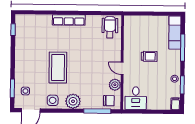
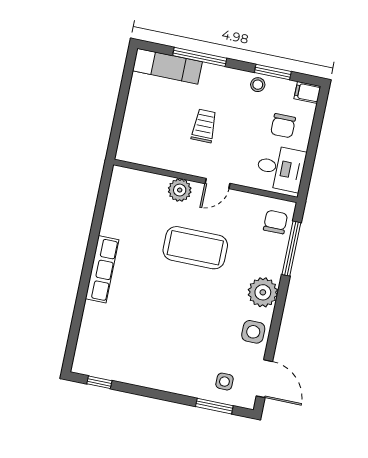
wheelchair: (110, 27) -> (132, 191), removed
coffee table: (58, 68) -> (195, 248), moved
plant: (115, 85) -> (180, 190), moved
chair: (157, 95) -> (283, 126), added

